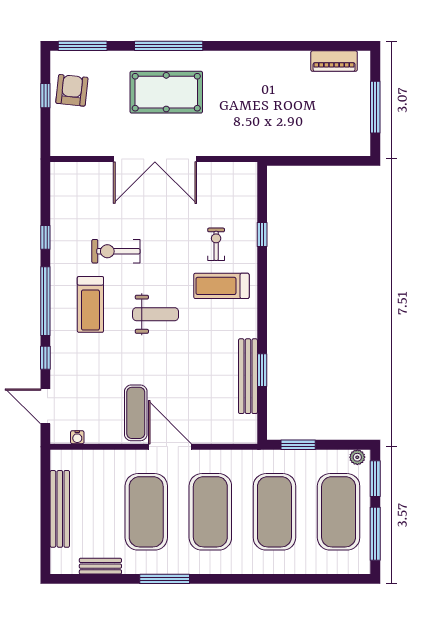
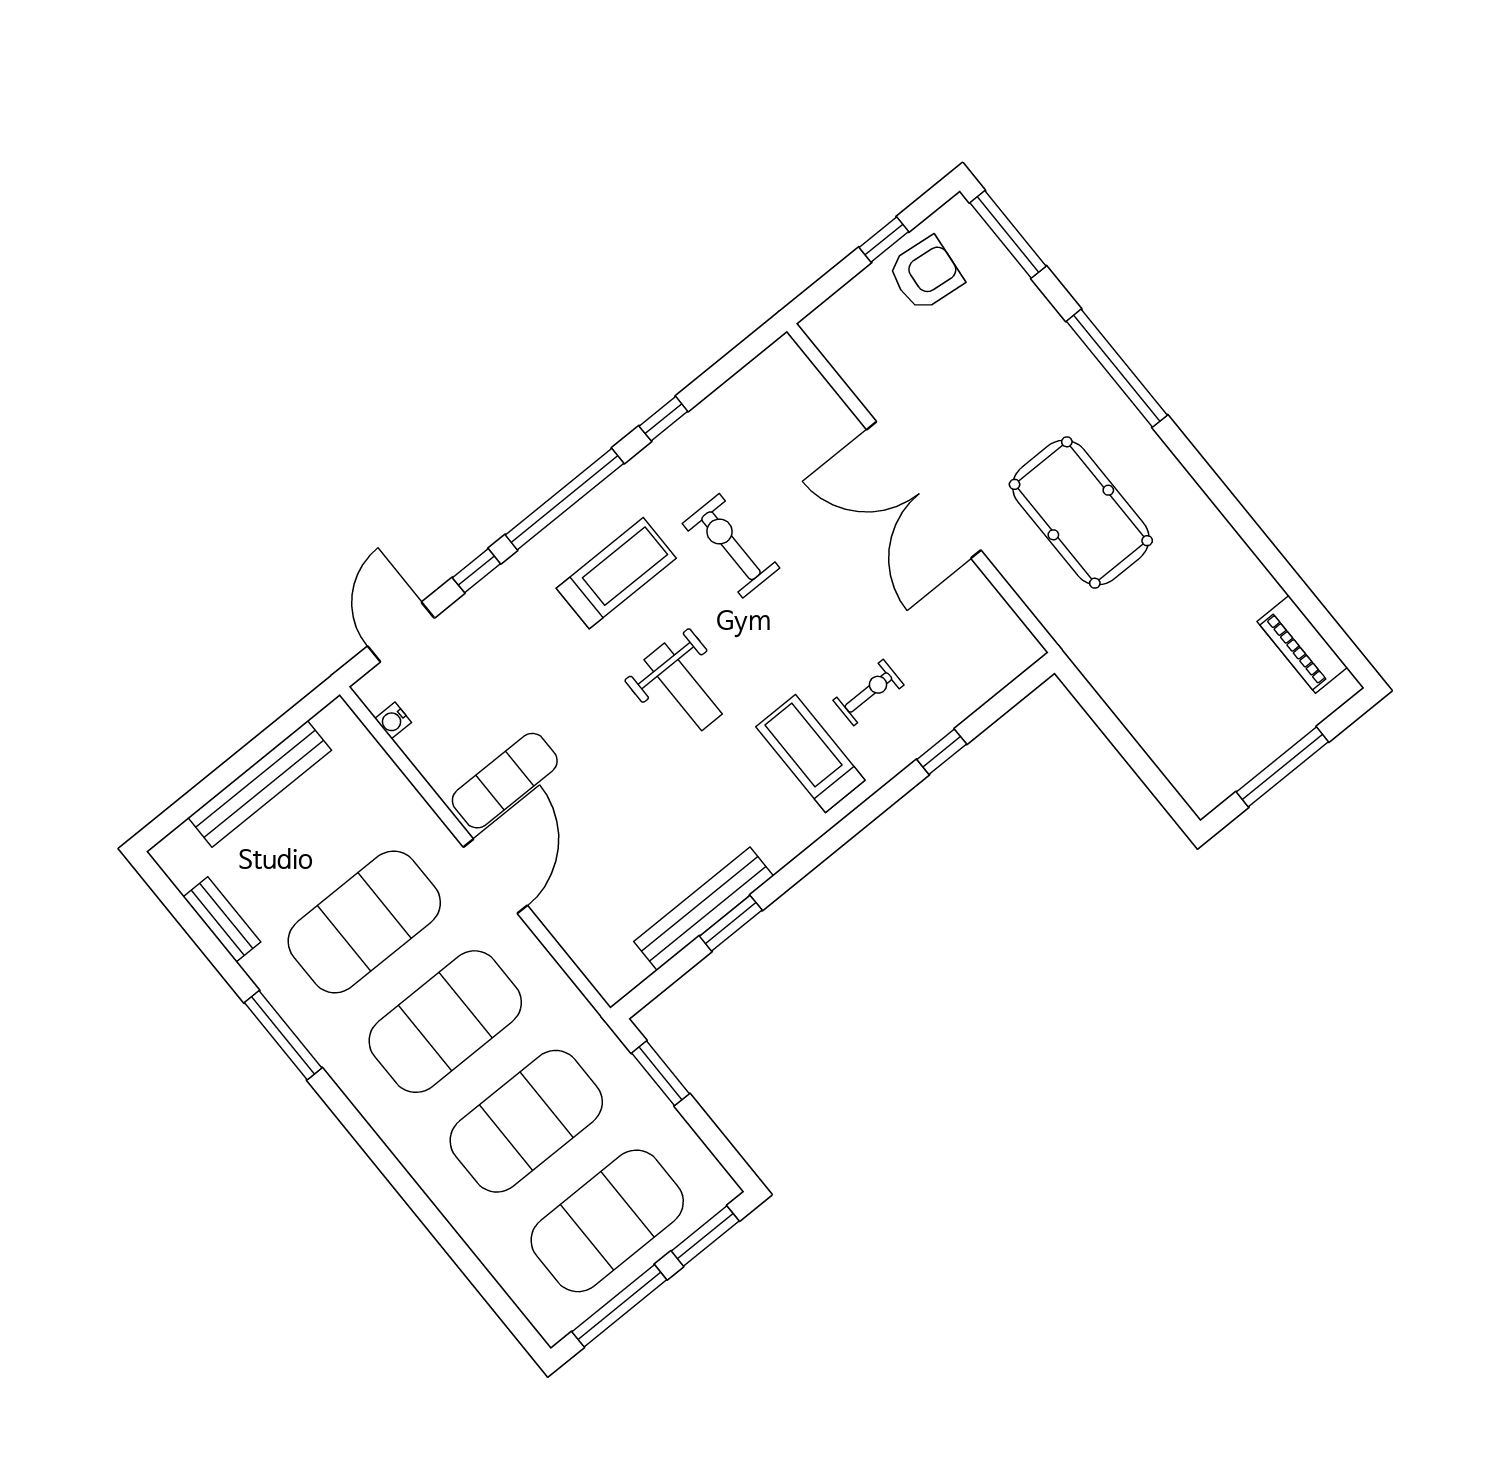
pool table: (166, 92) -> (1081, 513), moved
treadmill: (90, 304) -> (616, 573), turned 180
plant: (357, 457) -> (716, 1181), removed

